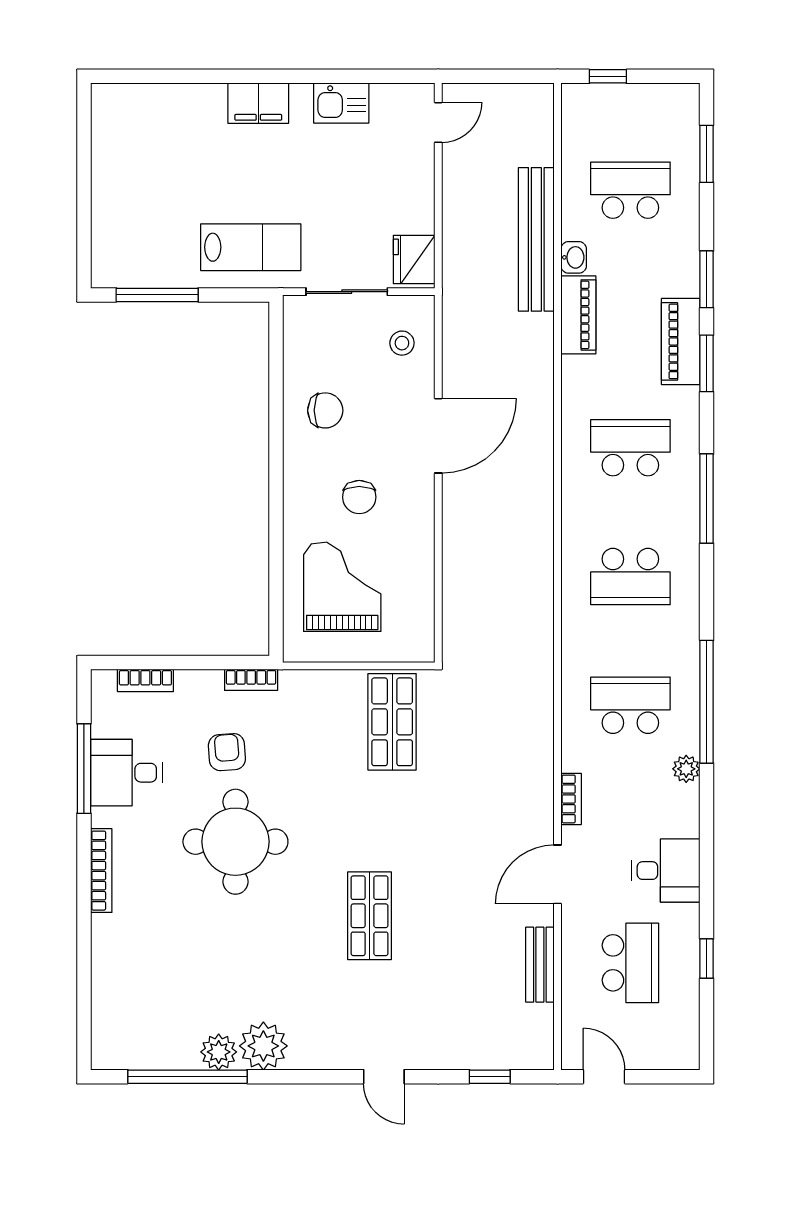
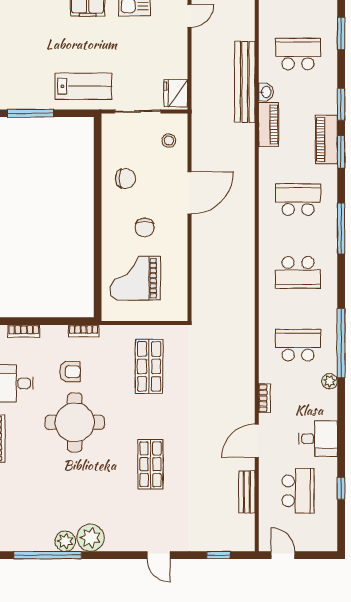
grand piano: (342, 587) -> (135, 278), turned -90
shop shelf: (392, 722) -> (149, 366), moved
armchair: (227, 752) -> (70, 372), turned 94

